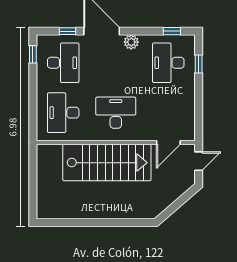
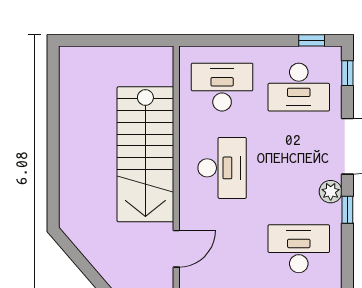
window: (68, 31) -> (347, 73), moved
window: (172, 31) -> (347, 210), moved
door: (168, 142) -> (176, 249), swing flipped

